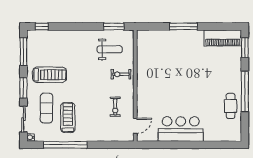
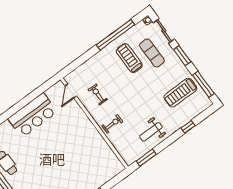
window: (42, 26) -> (188, 127), moved
weight bench: (110, 49) -> (151, 132), moved
treadmill: (50, 75) -> (180, 93), moved
treadmill: (68, 118) -> (129, 58), turned 180

